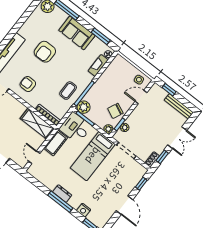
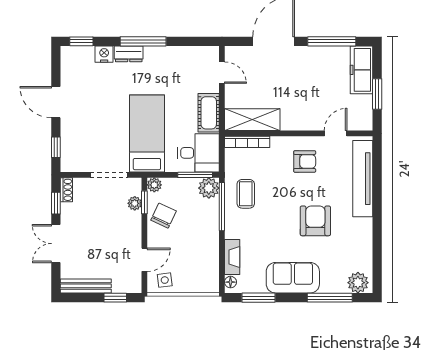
dresser: (62, 194) -> (129, 54), moved

